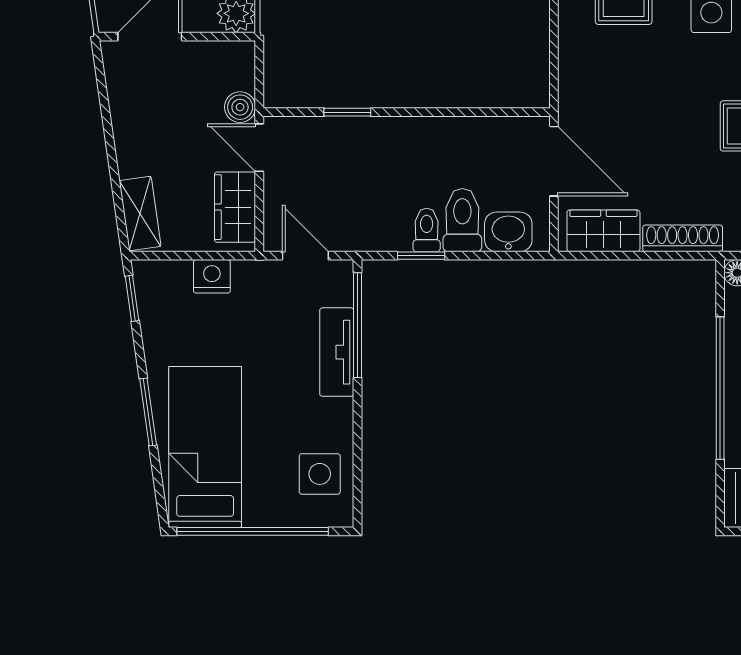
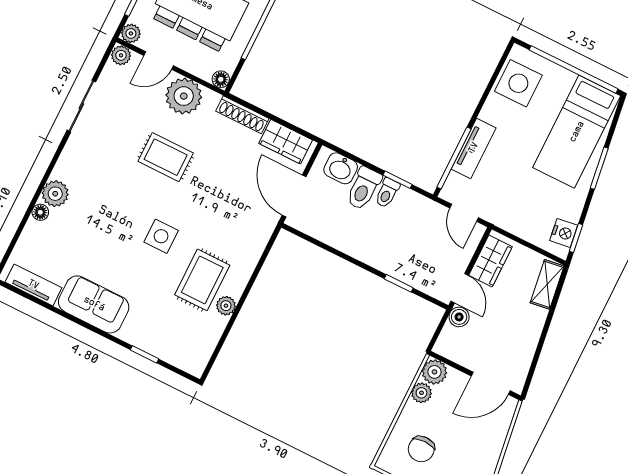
nightstand: (212, 276) -> (564, 233), moved, turned -98
side table: (320, 474) -> (518, 83), width x1.37, depth x1.37

